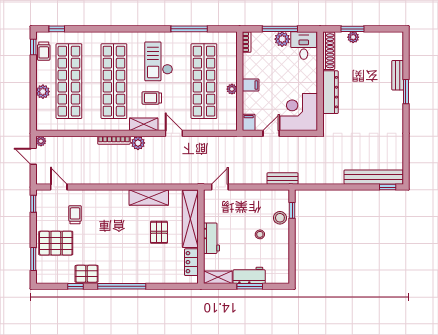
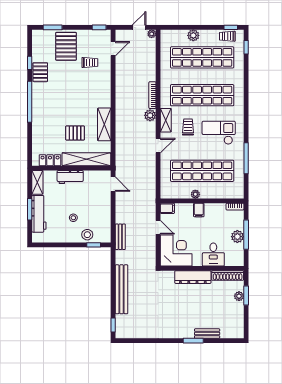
desk: (304, 45) -> (213, 254), moved, turned 90
bench: (374, 177) -> (121, 289), moved
workbench: (249, 275) -> (39, 214), width x1.38

